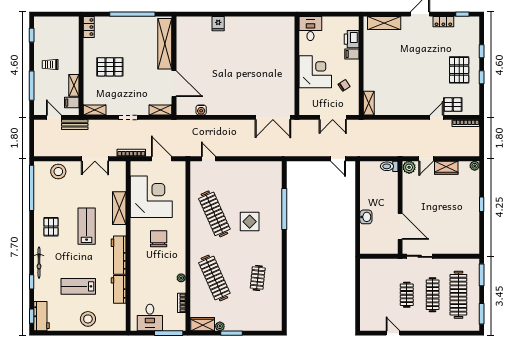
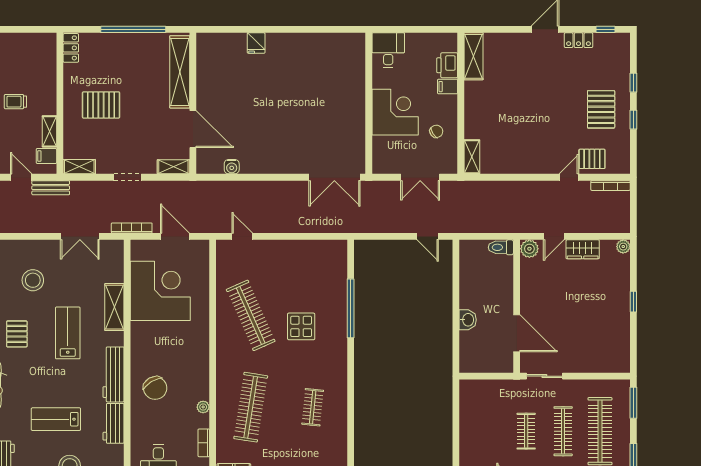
shelving: (384, 23) -> (474, 56), moved, turned 90
stool: (58, 172) -> (33, 280), moved
chair: (159, 239) -> (155, 388), moved, turned 149
clothes rail: (214, 278) -> (251, 407), turned 33

